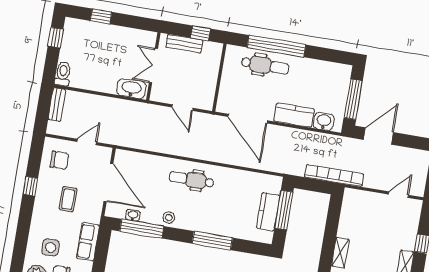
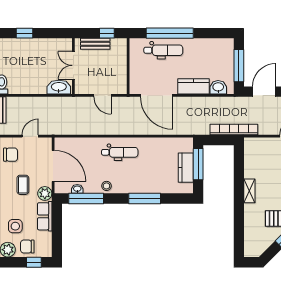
dental chair: (192, 180) -> (120, 152), turned 180
plant: (93, 214) -> (45, 193), added

